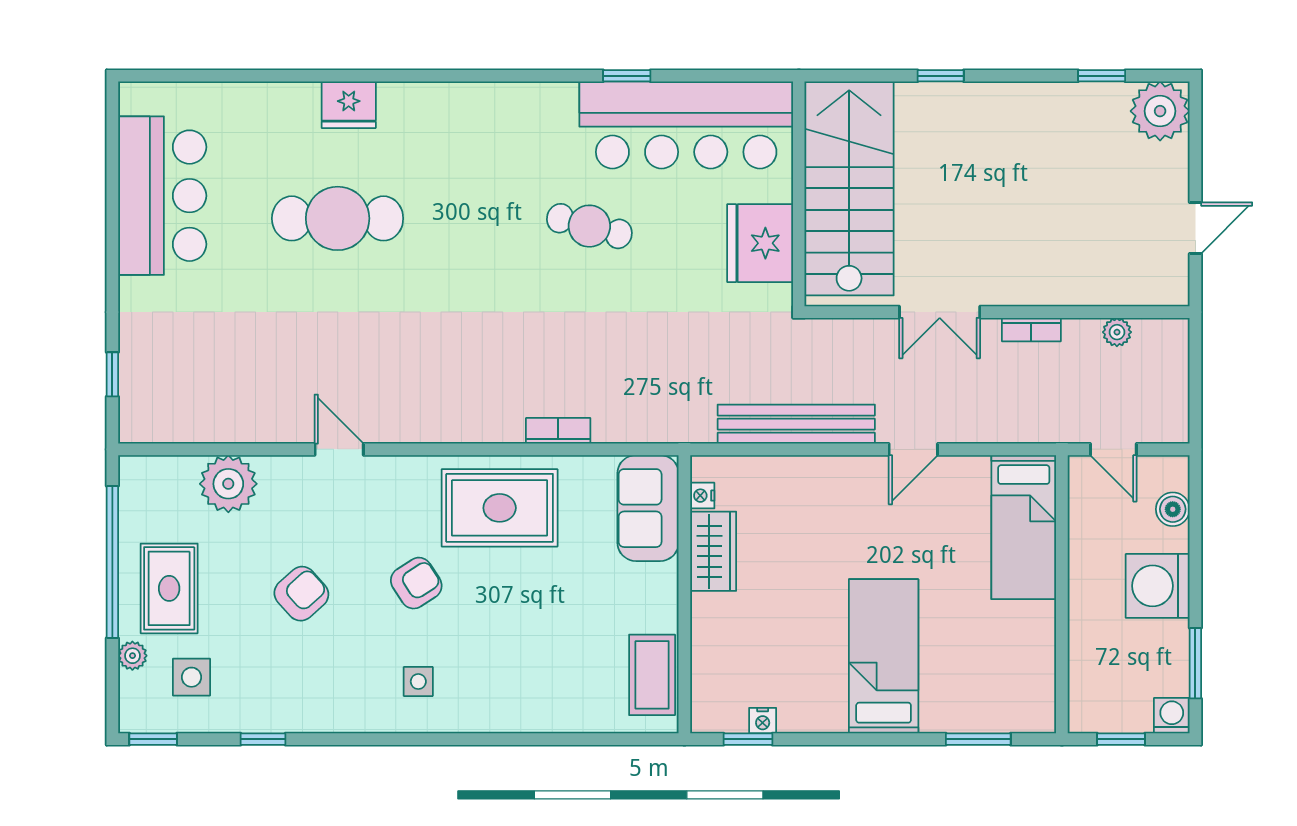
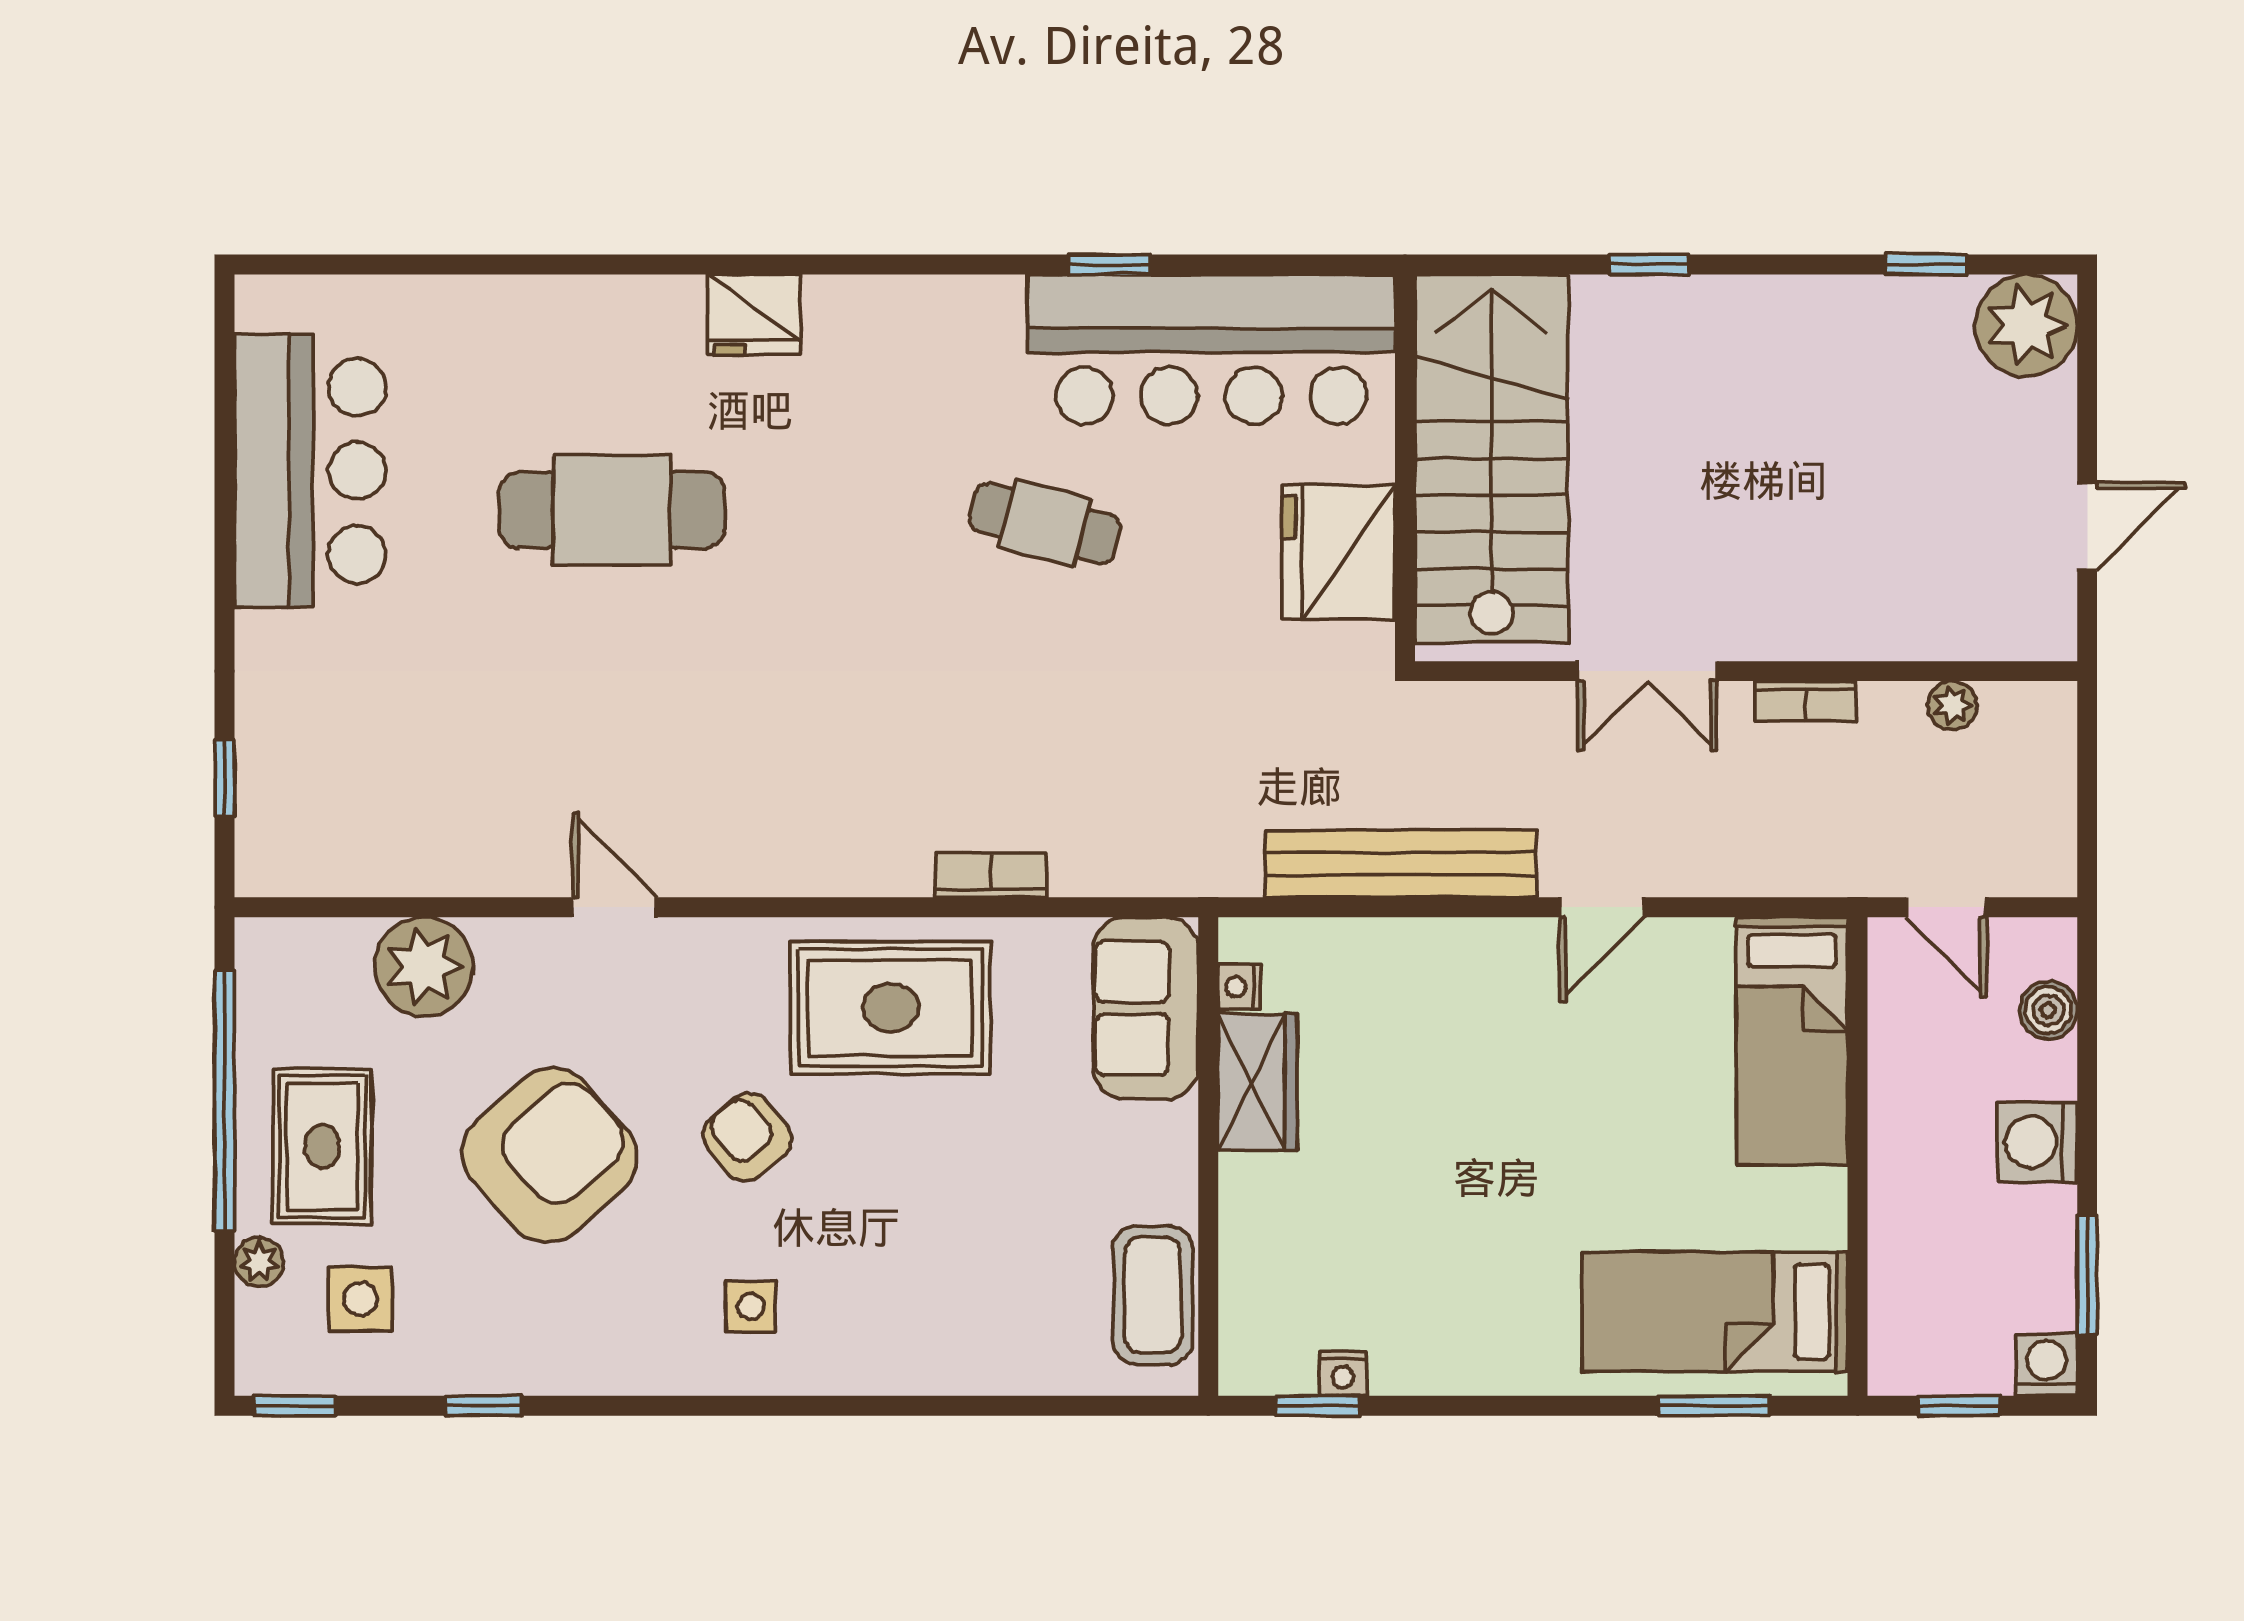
fridge: (349, 105) -> (754, 314), moved
armchair: (416, 583) -> (747, 1137), turned -97
washing machine: (1158, 586) -> (2037, 1142), width x0.73, depth x0.73
armchair: (301, 594) -> (550, 1155), width x1.88, depth x1.88
bed: (884, 656) -> (1715, 1312), moved, turned -90

